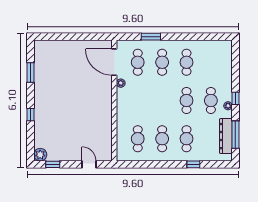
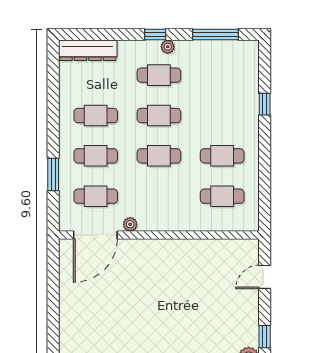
dresser: (226, 136) -> (88, 50), moved
cafe table: (186, 139) -> (159, 156), moved

